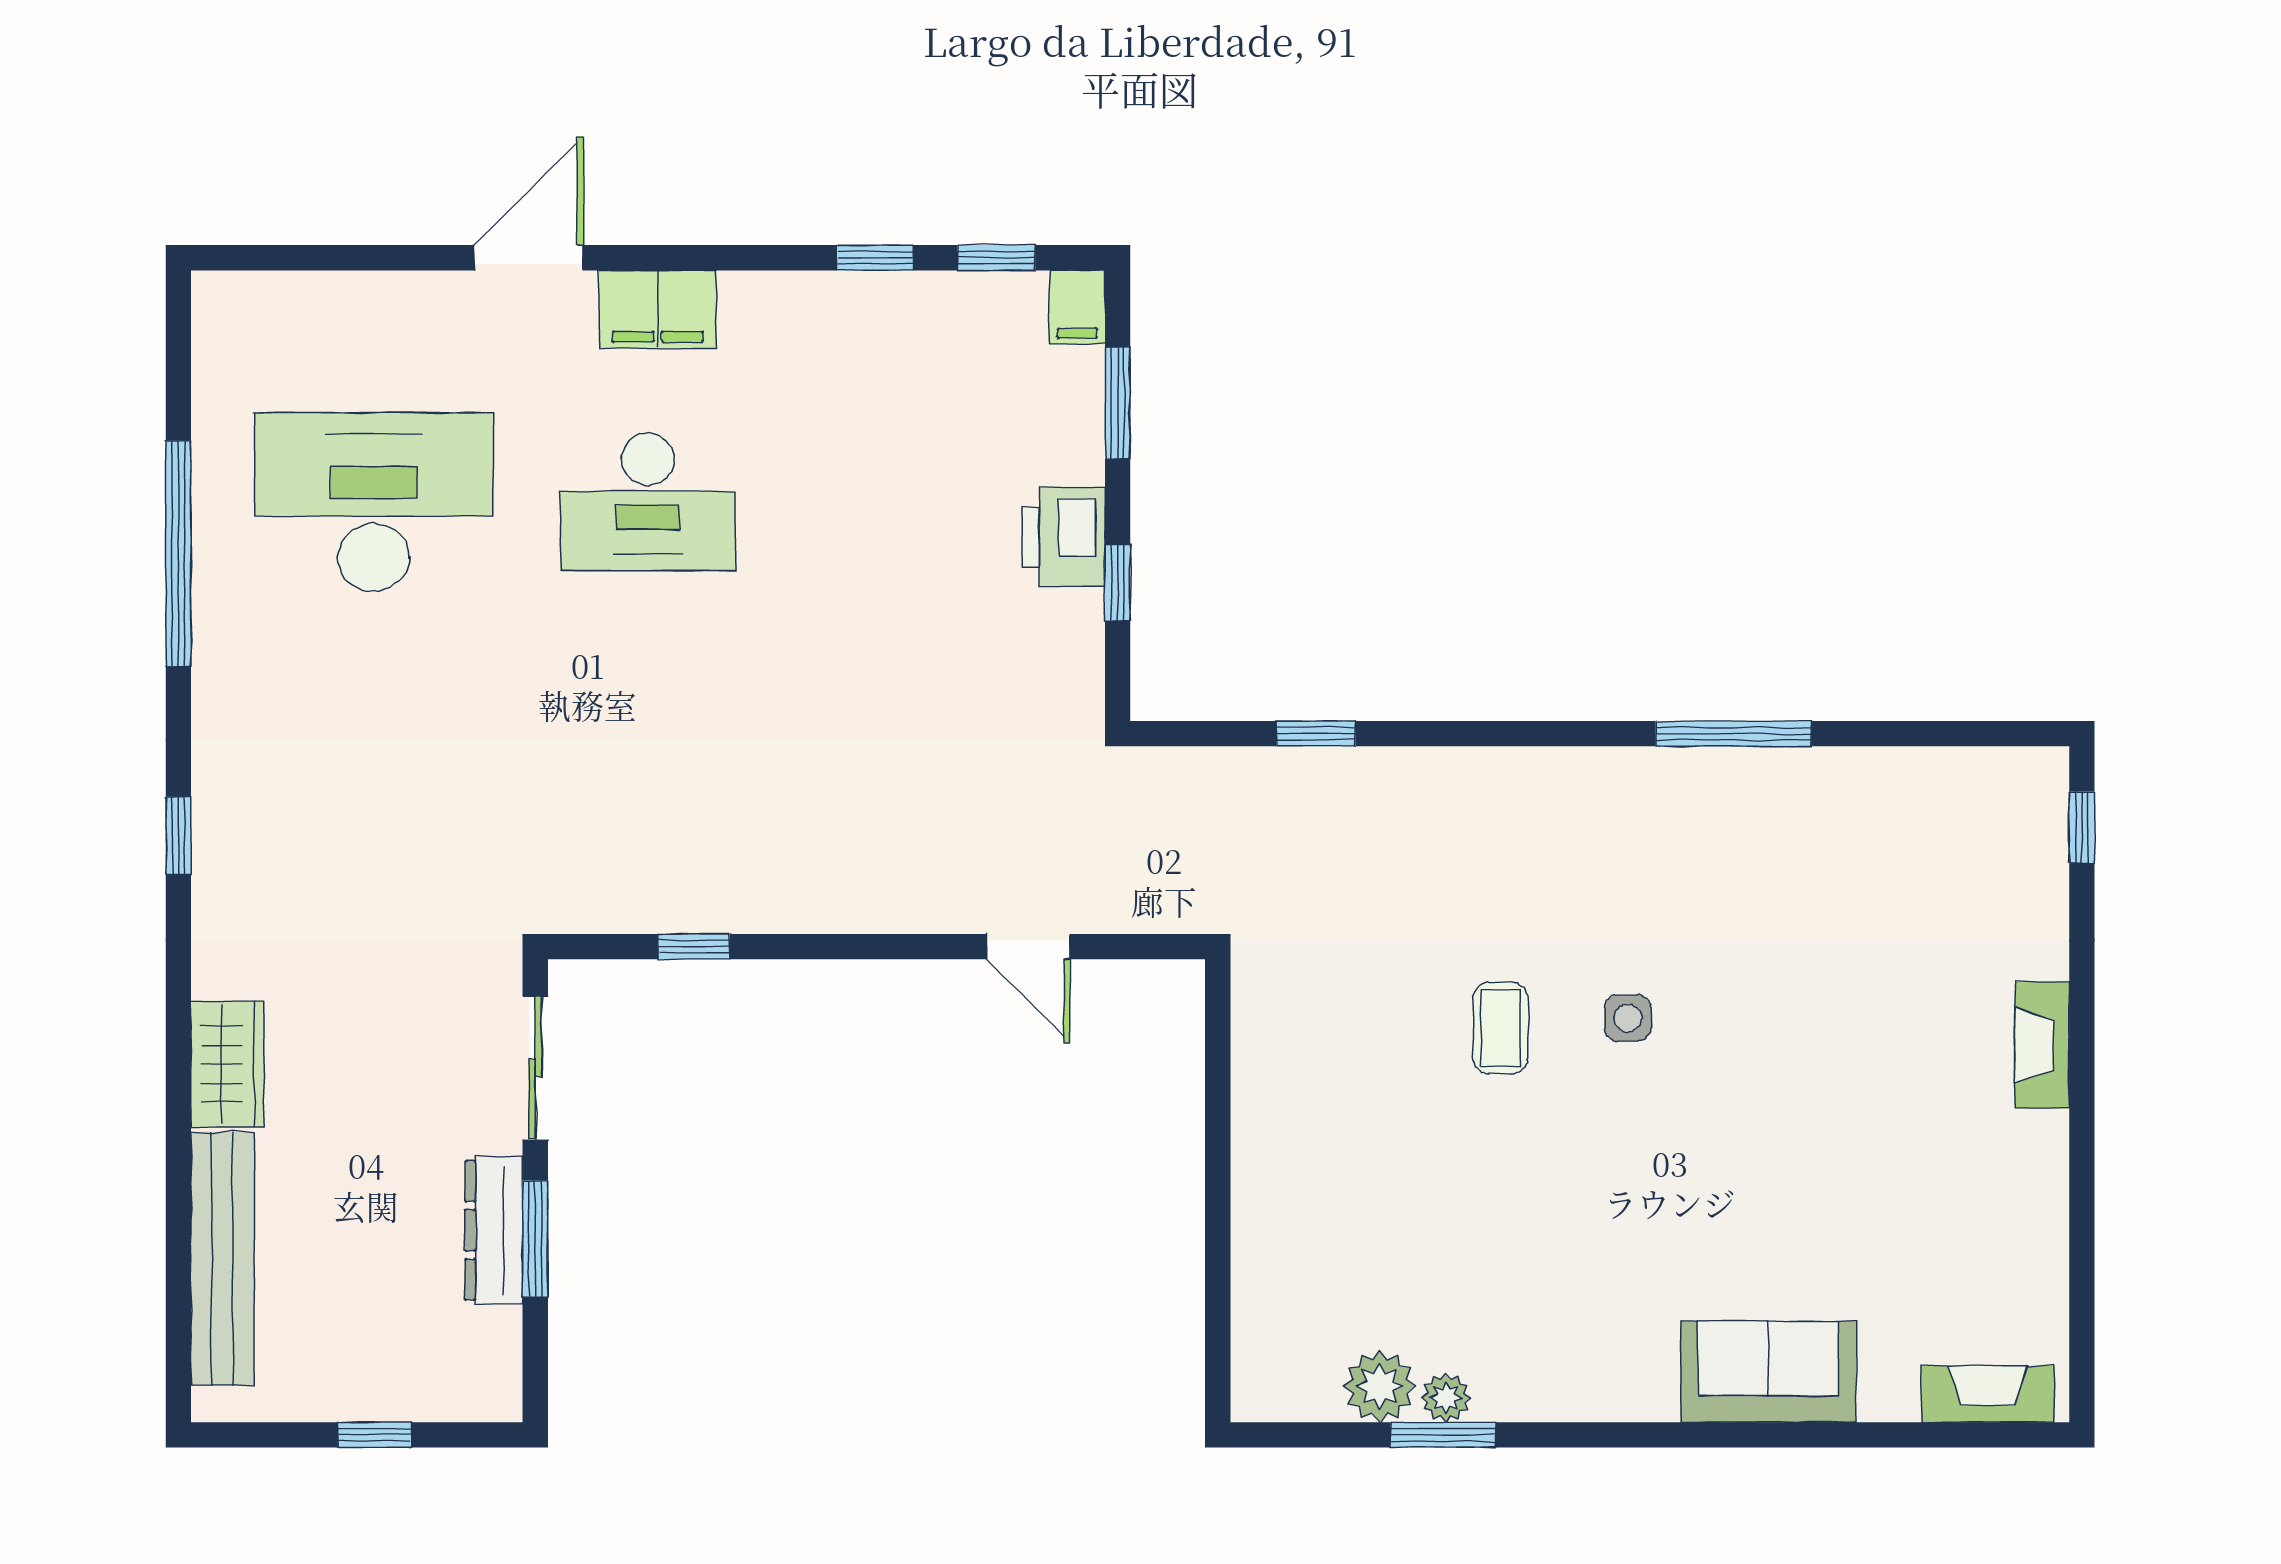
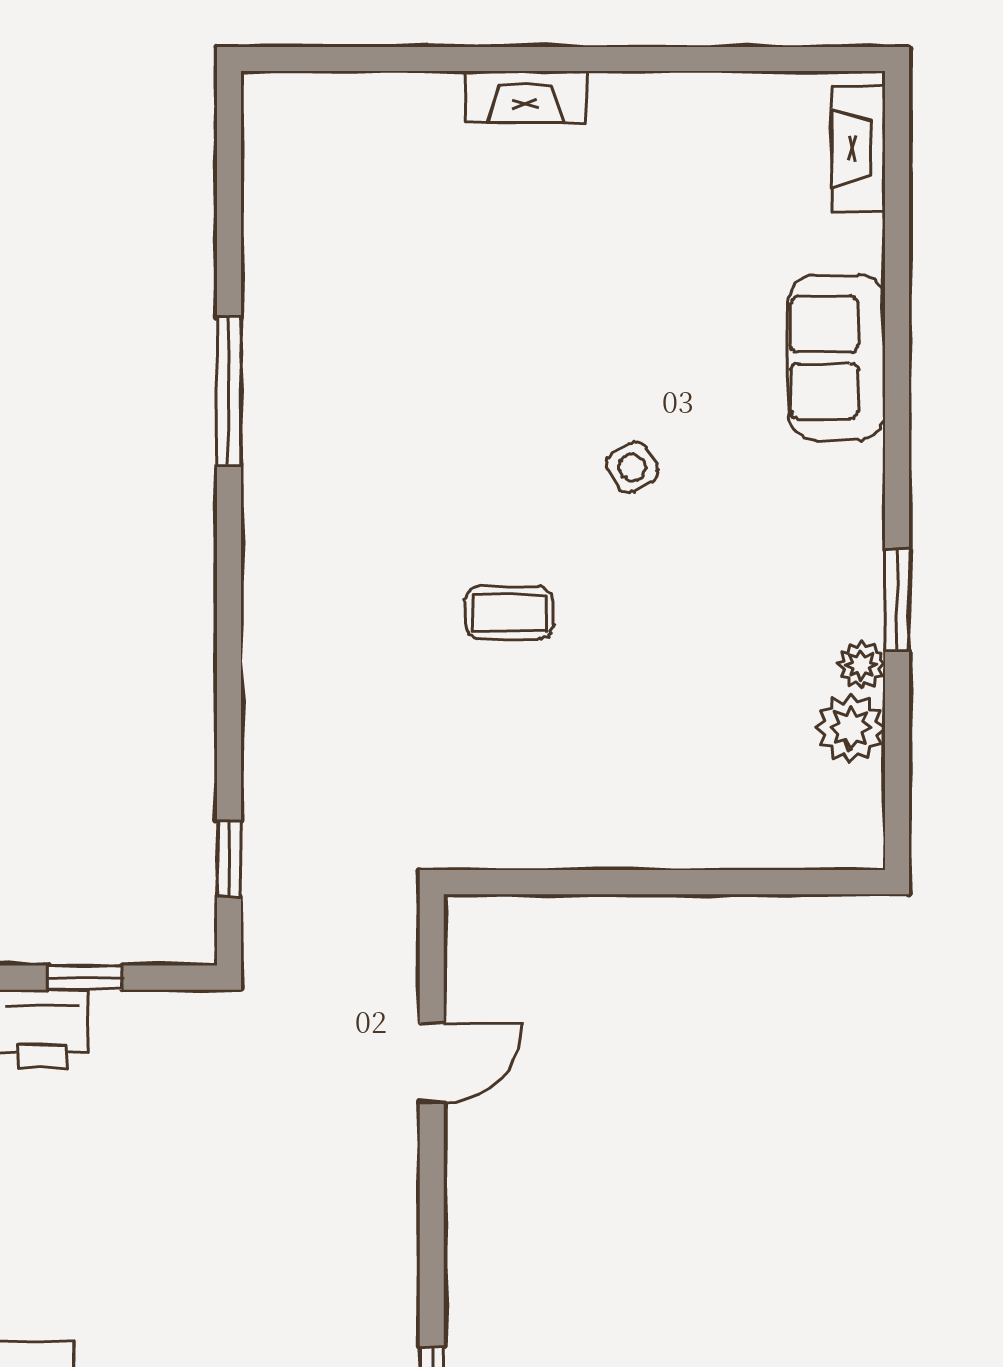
window: (1316, 734) -> (229, 858), moved
window: (2082, 827) -> (318, 59), removed
side table: (1628, 1018) -> (632, 467), moved, turned -30
window: (1443, 1435) -> (897, 600), moved

